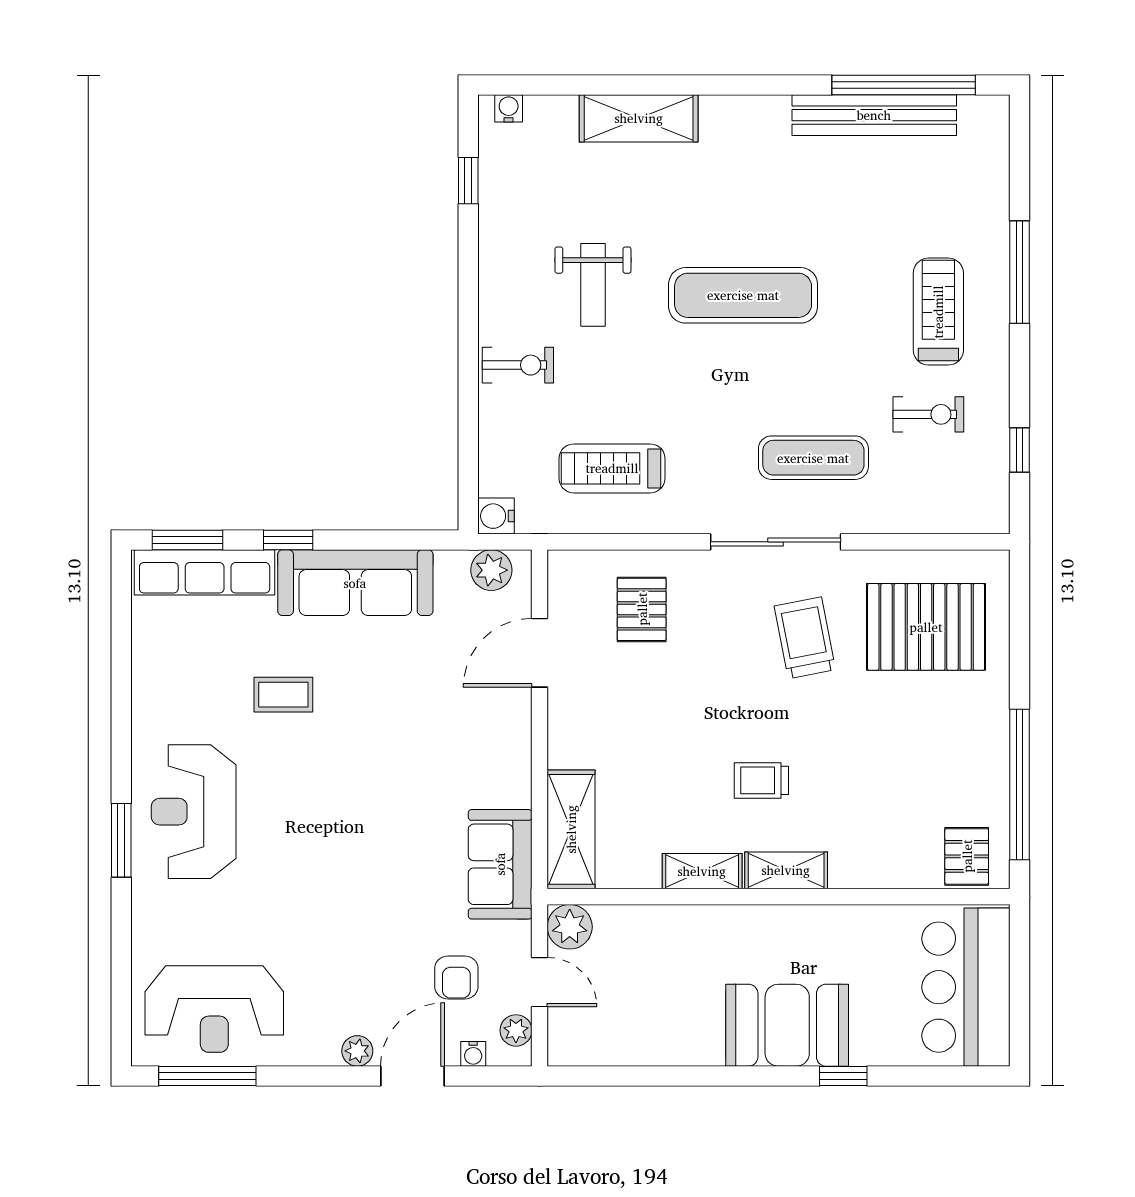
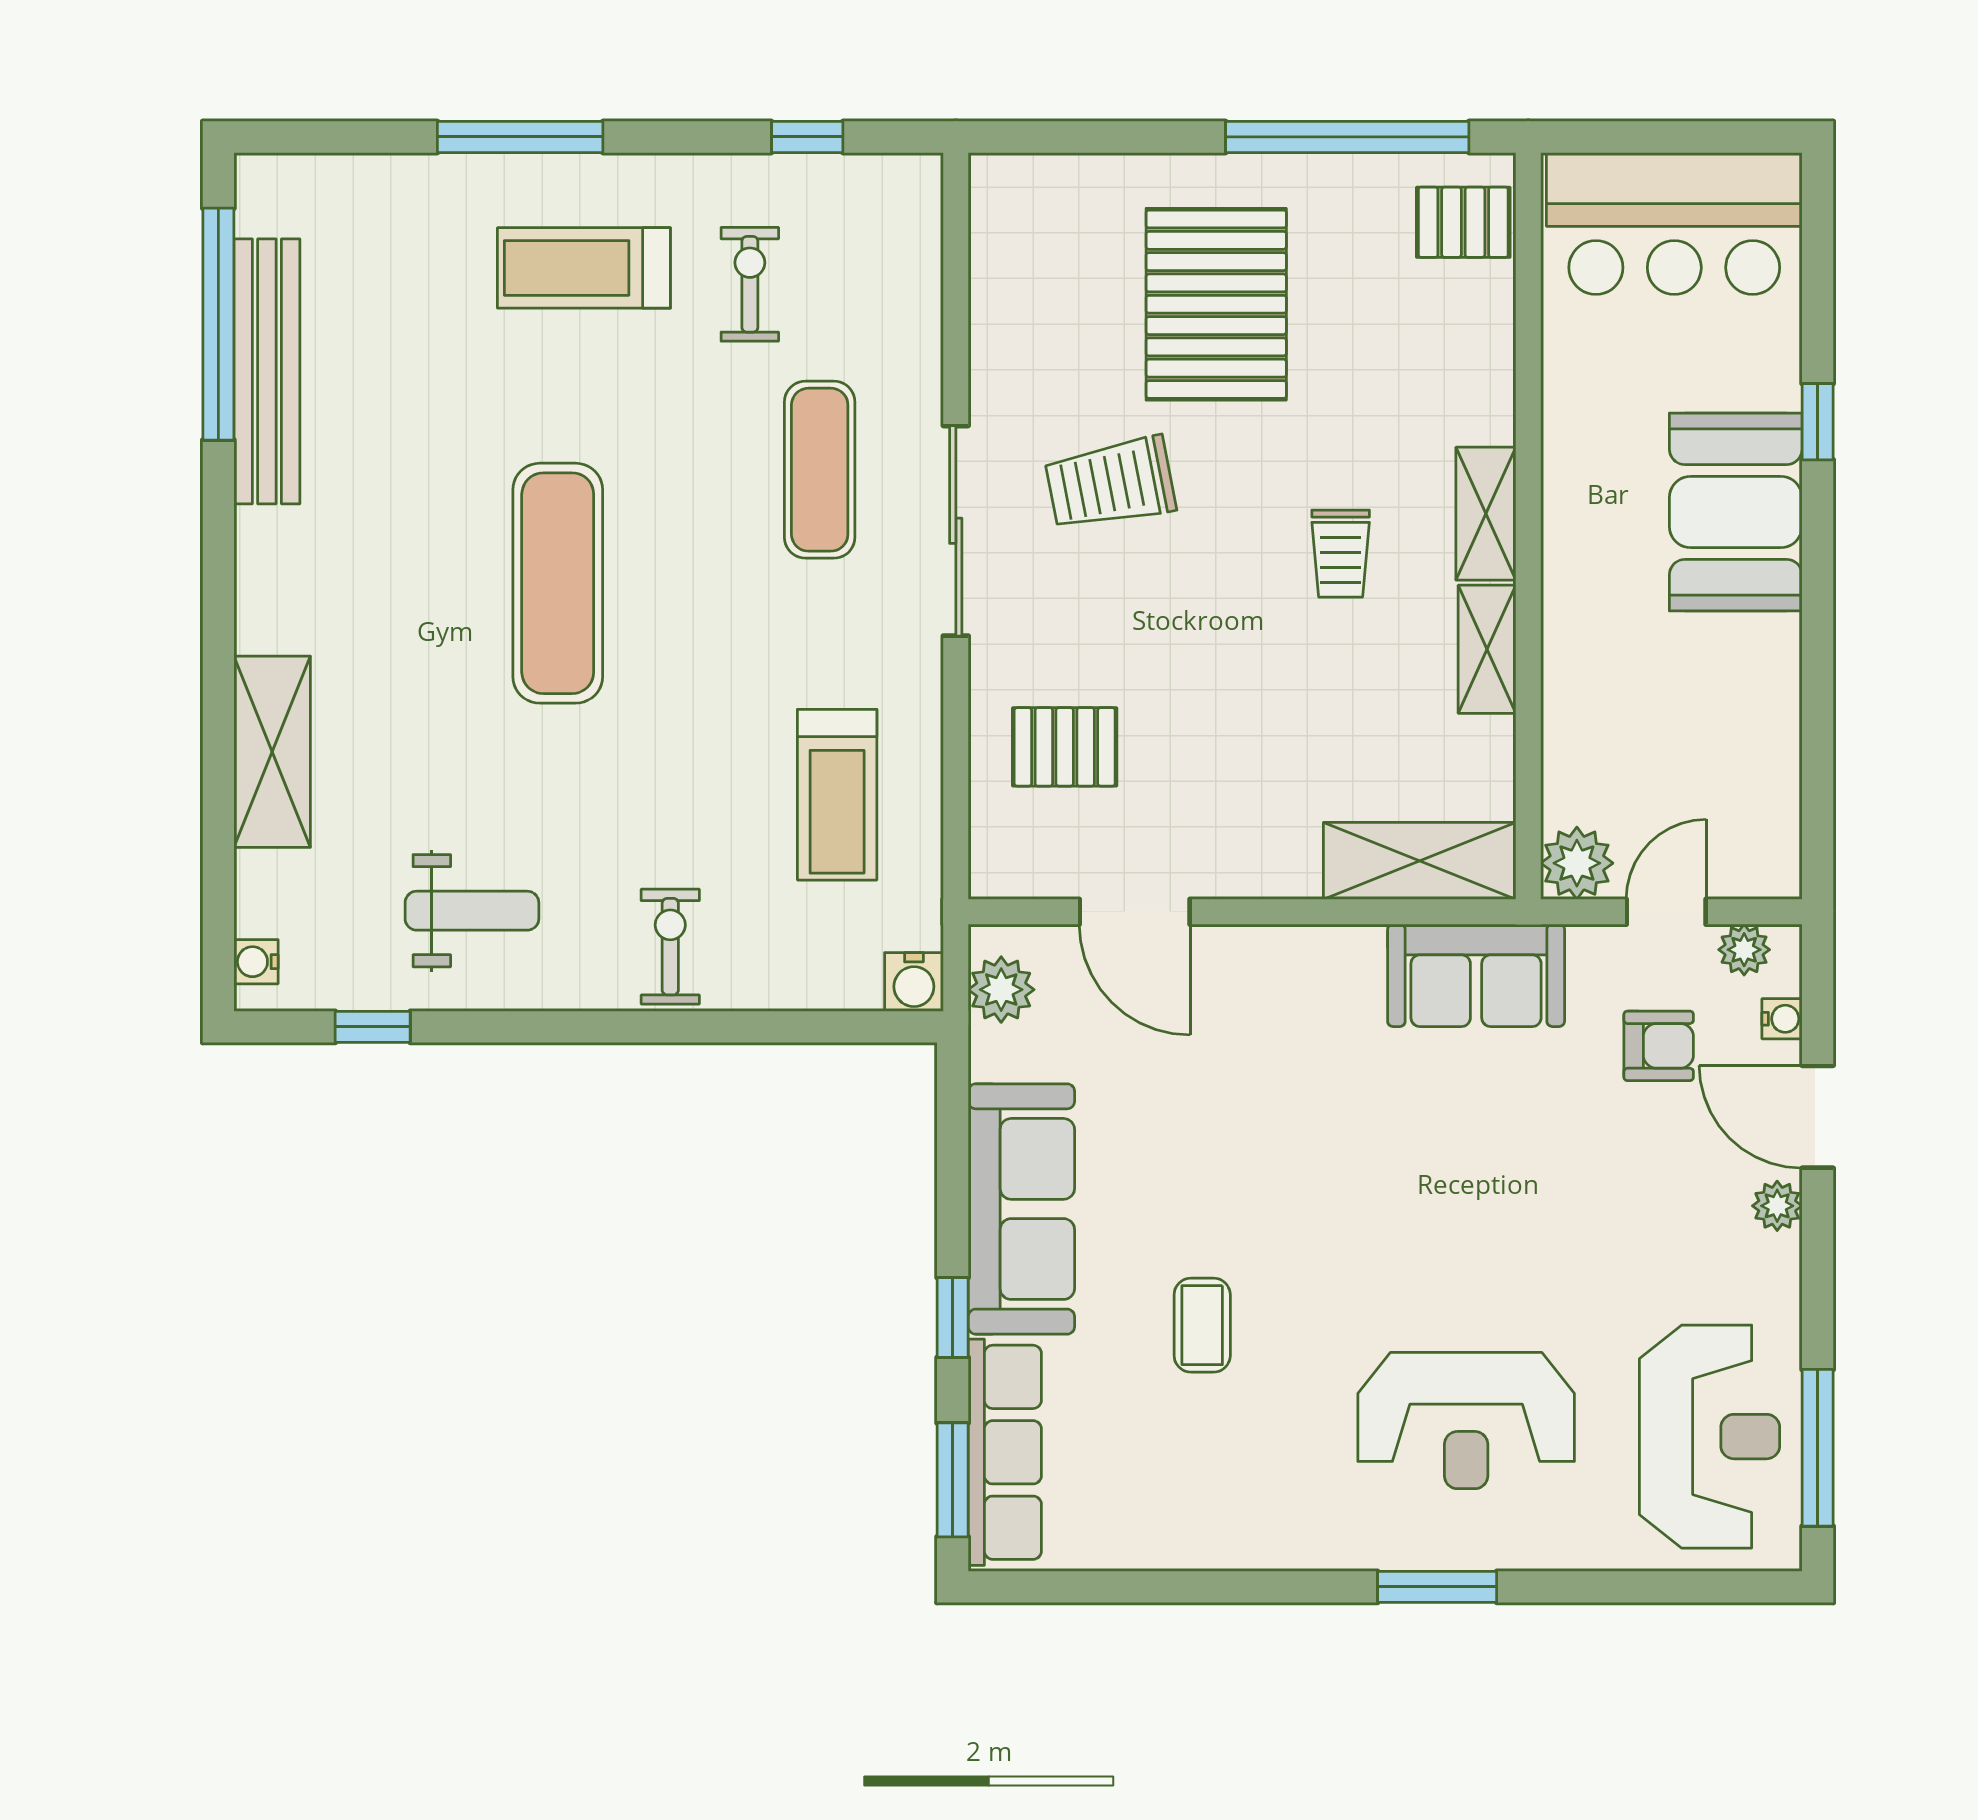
weight bench: (593, 285) -> (472, 911), moved
pallet: (926, 627) -> (1216, 304), moved
reception desk: (194, 812) -> (1466, 1421), moved

